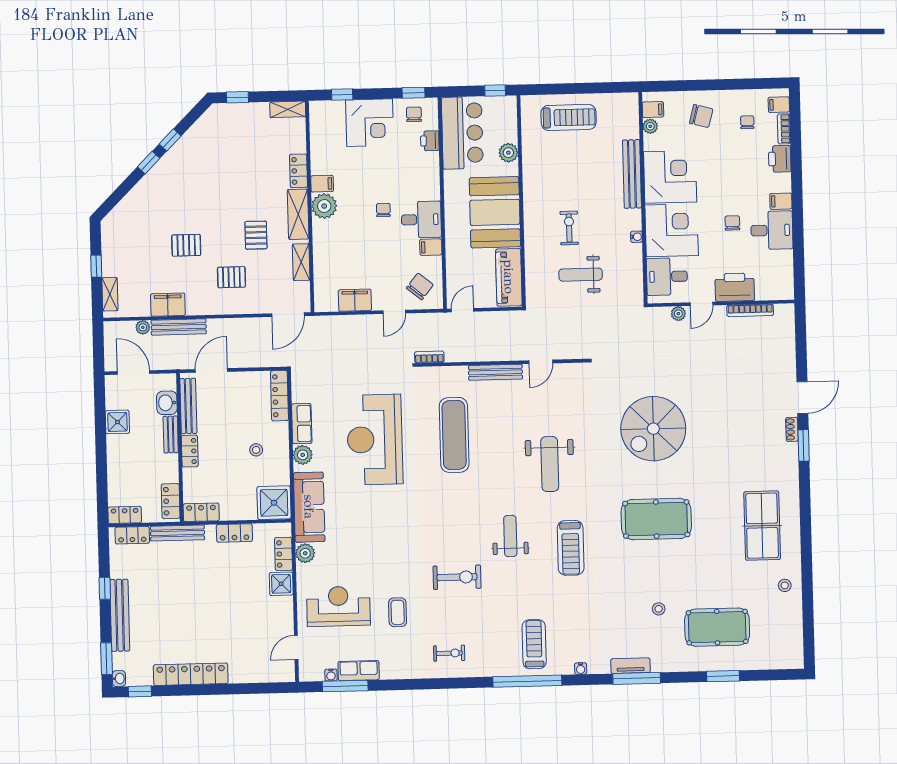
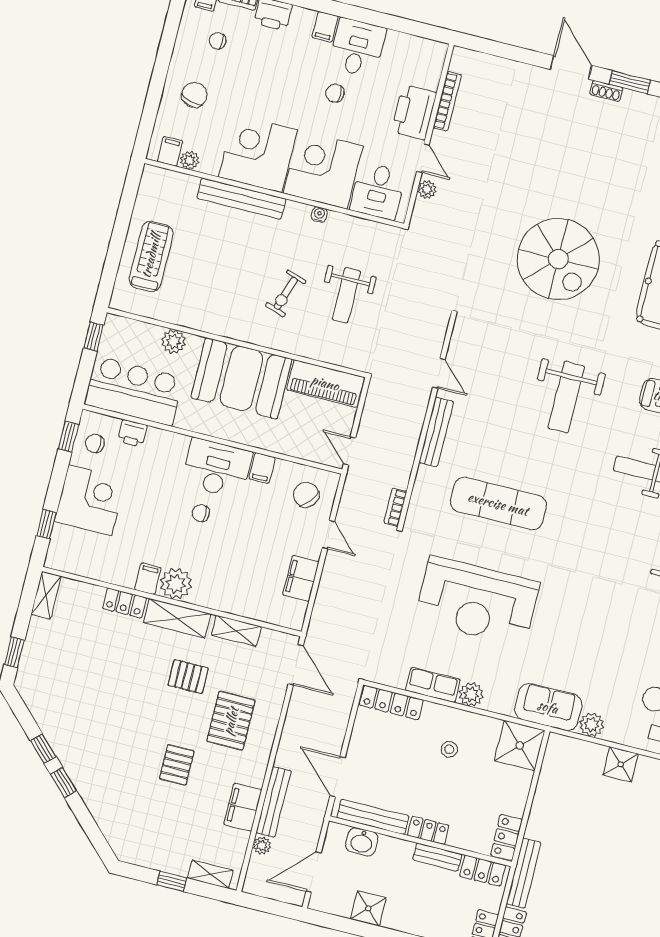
desk: (421, 219) -> (217, 468), width x1.37
exercise bike: (569, 228) -> (286, 293), turned -72
pallet: (231, 277) -> (231, 721), width x1.50, depth x1.42
bench: (171, 434) -> (437, 857), moved
weight bench: (550, 464) -> (566, 397), turned 90
sofa: (309, 507) -> (548, 707), width x0.73
locker: (234, 533) -> (543, 804), removed
locker: (284, 554) -> (585, 751), removed

